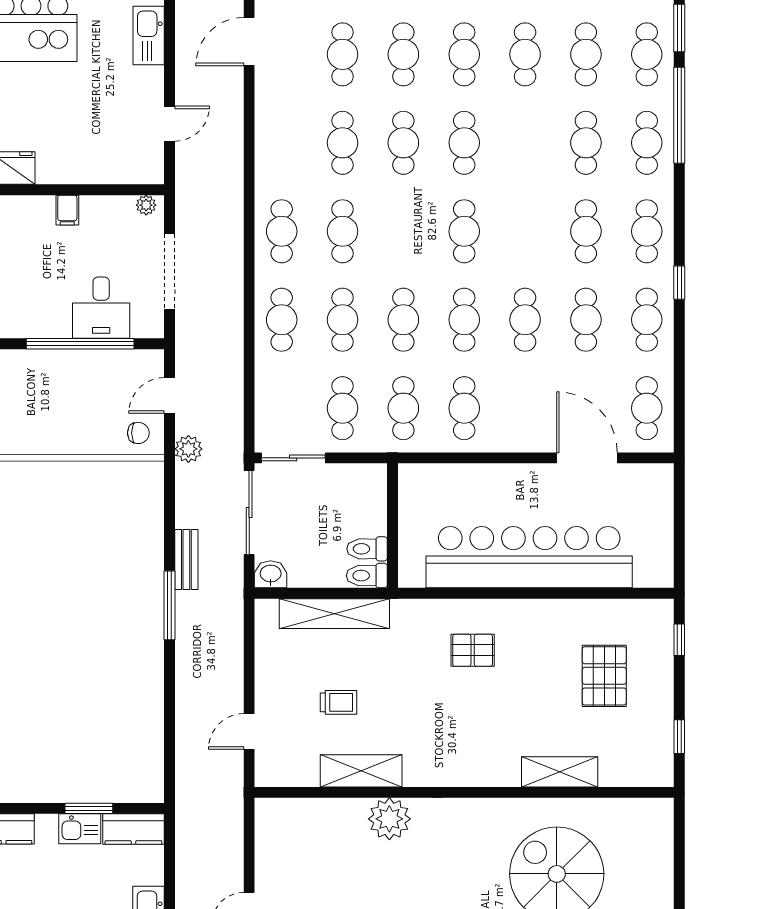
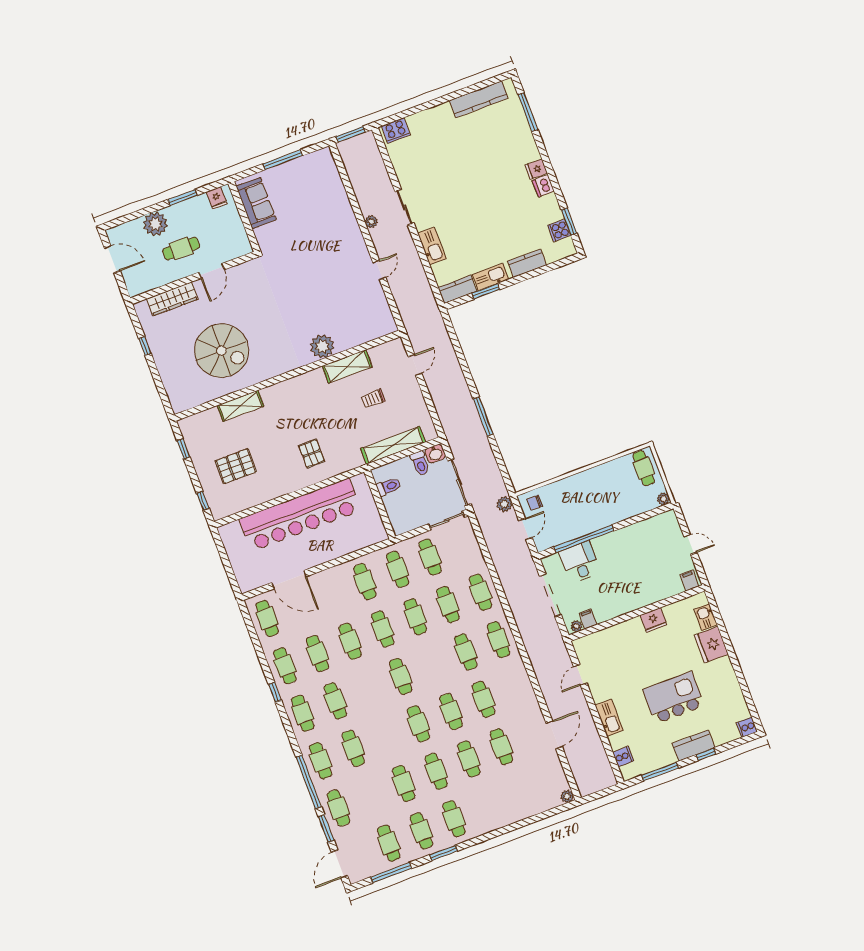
cafe table: (586, 54) -> (371, 796), removed
filing cabinet: (67, 210) -> (588, 619), moved
bench: (186, 560) -> (483, 444), removed
toilet: (367, 576) -> (420, 463), moved, turned 90
pallet: (473, 650) -> (312, 453), turned 90
pallet: (604, 676) -> (236, 466), turned 90
kitchen sink: (80, 829) -> (490, 277), width x1.38

